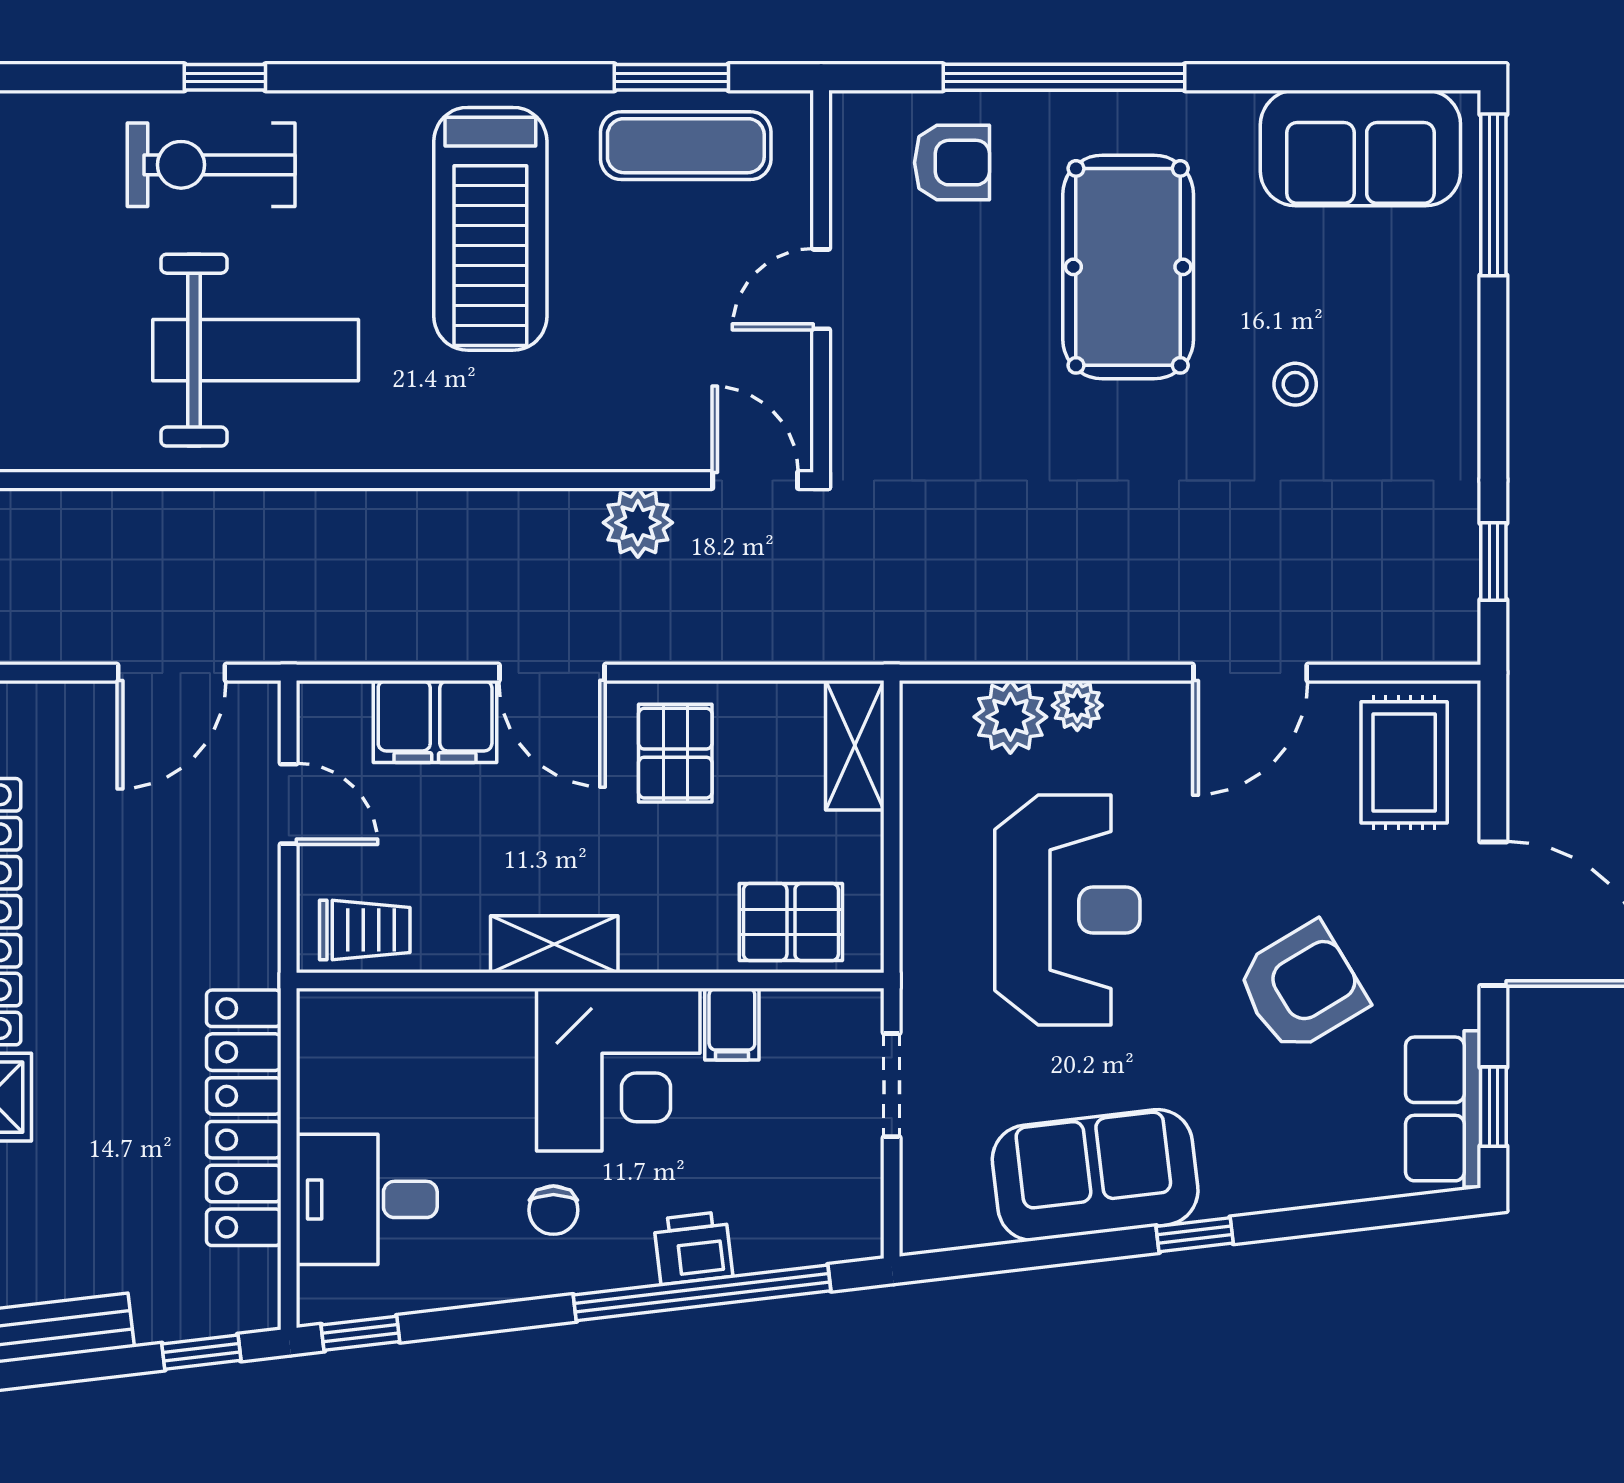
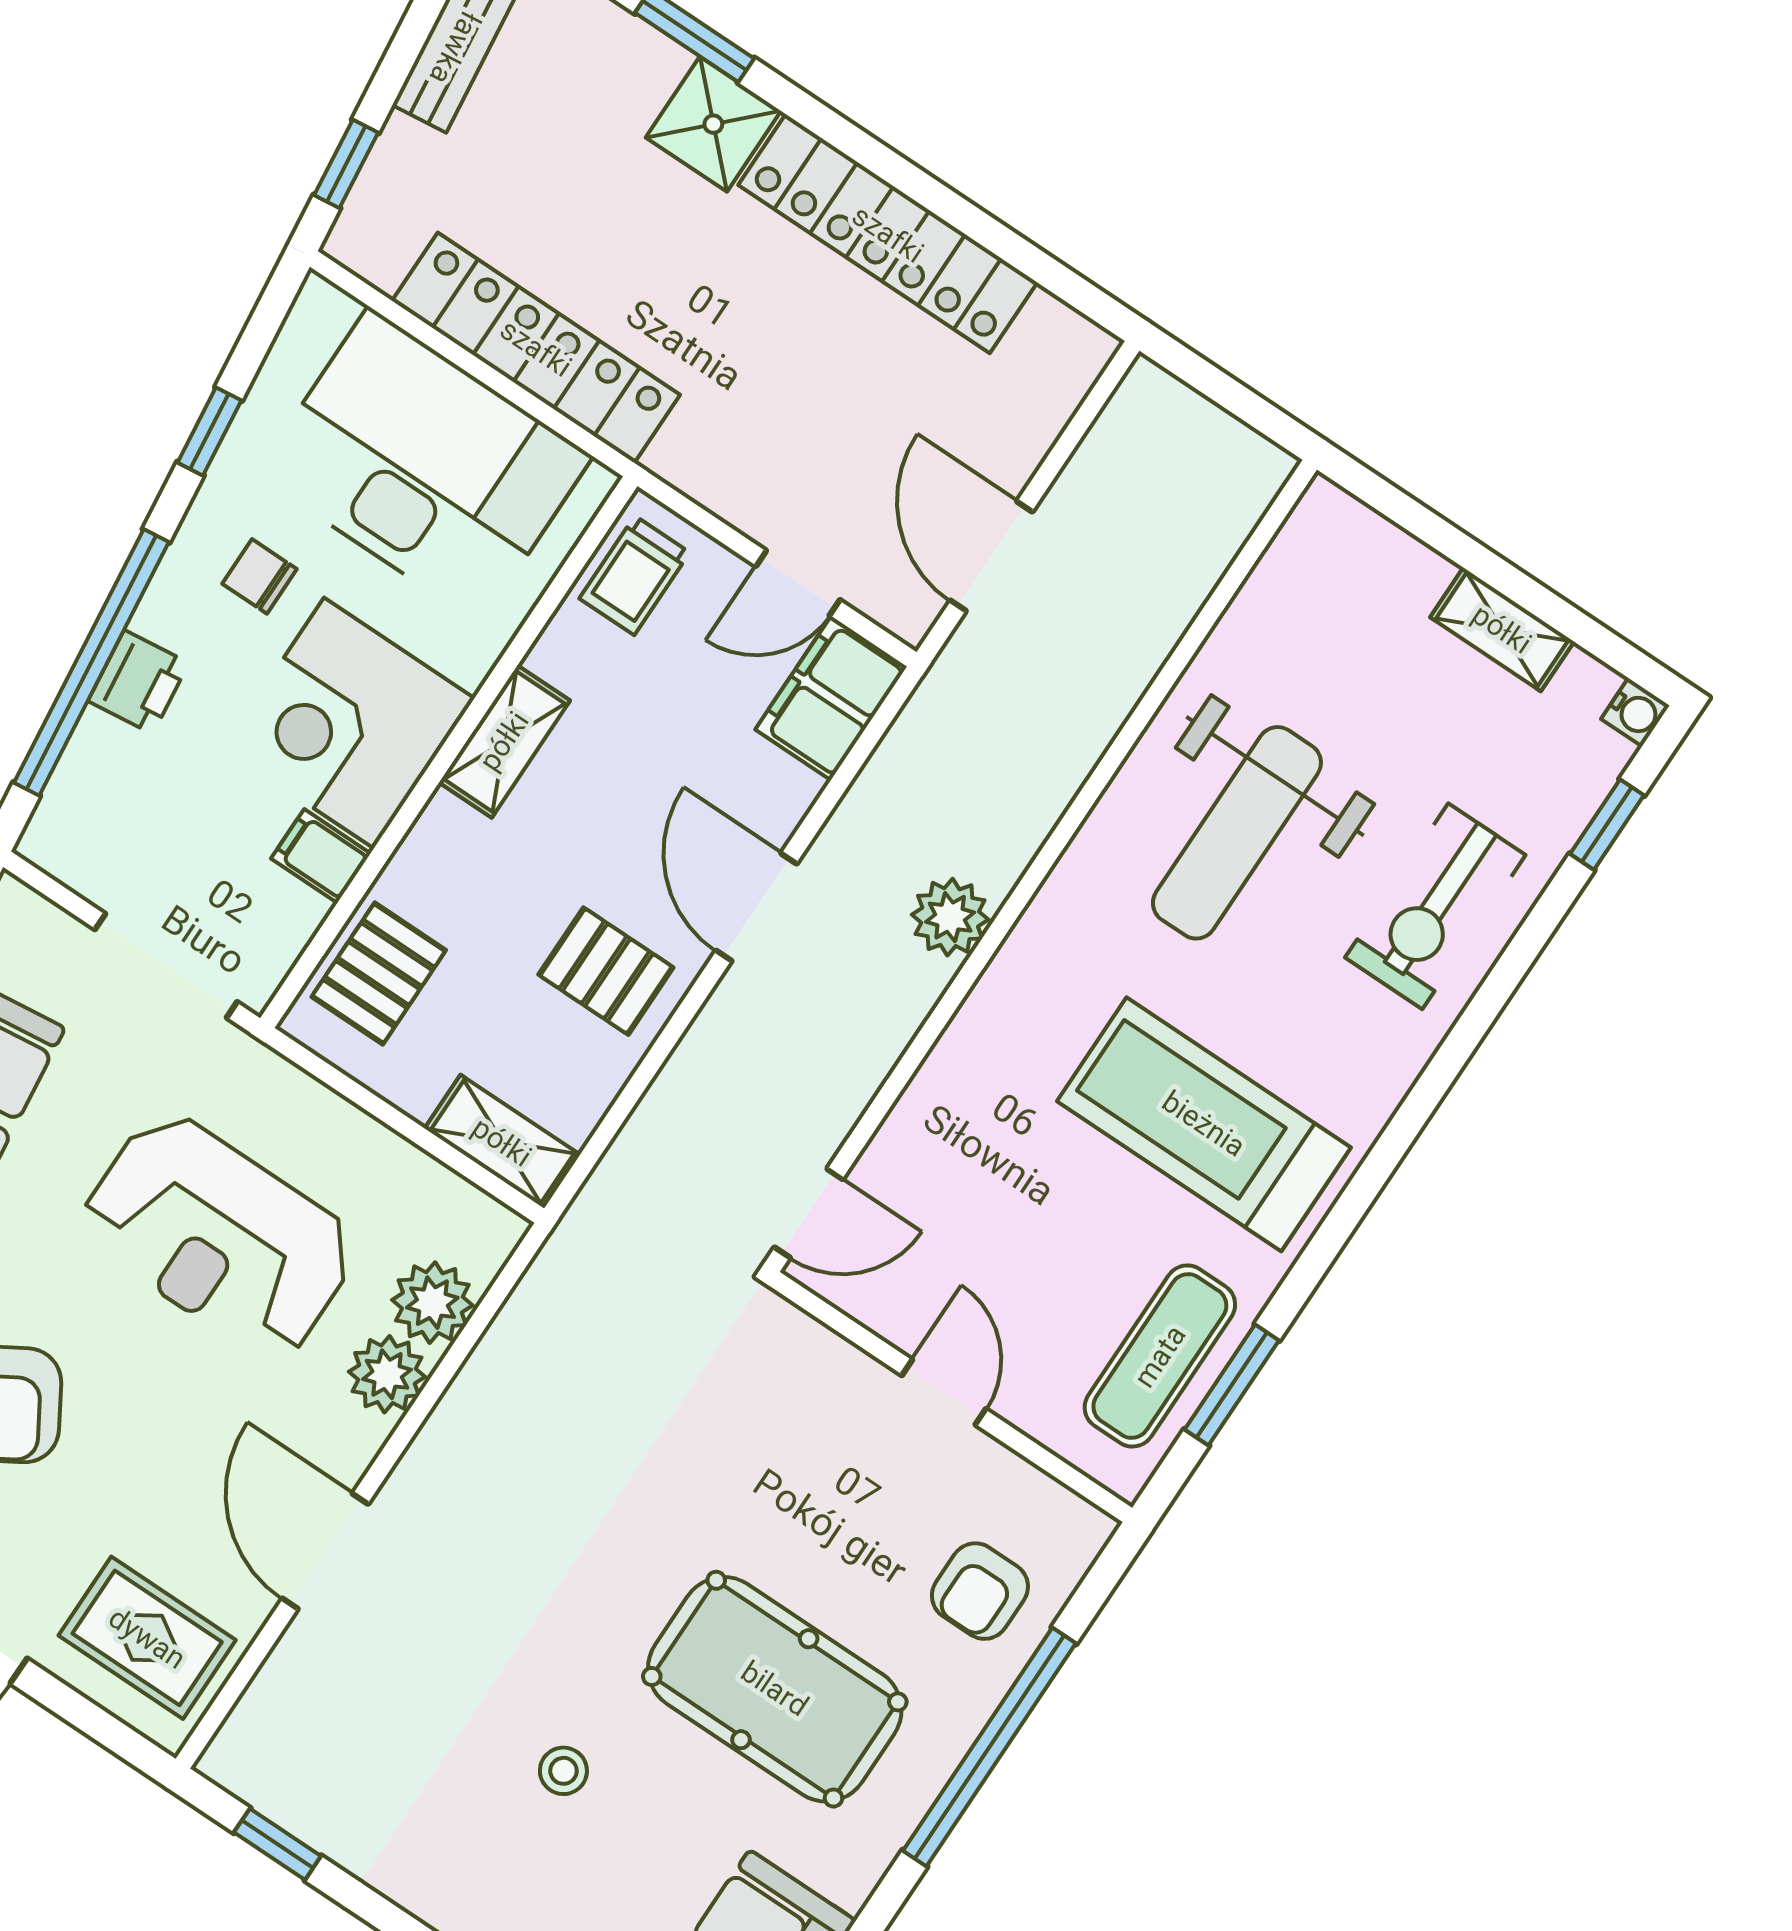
window: (225, 77) -> (1607, 825), moved
exercise bike: (211, 165) -> (1435, 906), turned 180
plant: (638, 523) -> (950, 917), moved
door: (552, 673) -> (756, 907), hinge flipped
plant: (1077, 705) -> (387, 1374), width x1.38, depth x1.38
filing cabinet: (435, 721) -> (831, 698), moved
doorway: (892, 1085) -> (166, 966), width x1.38
desk: (367, 1199) -> (424, 465), width x1.87, depth x1.30
window: (360, 1333) -> (209, 431), moved

